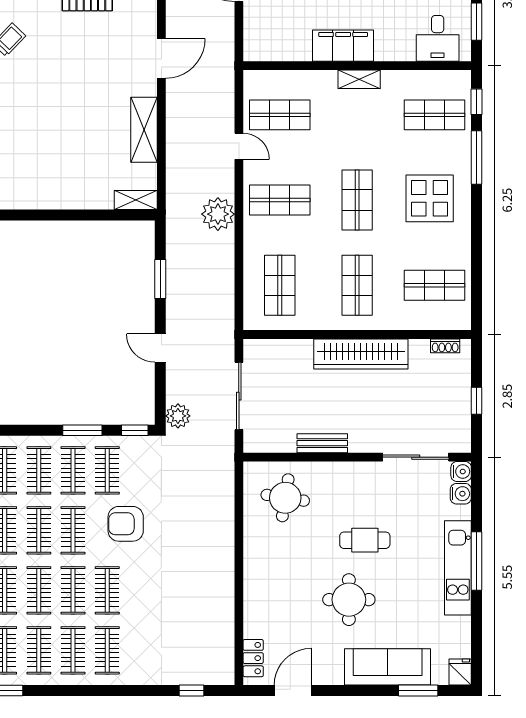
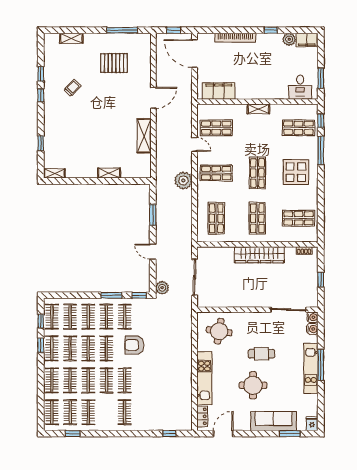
filing cabinet: (343, 46) -> (219, 91), moved
shelving: (136, 200) -> (109, 173), moved
bench: (322, 443) -> (239, 302), removed
kitchen unit: (257, 587) -> (204, 378), added
clothes rail: (73, 650) -> (106, 412), removed

